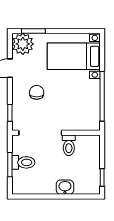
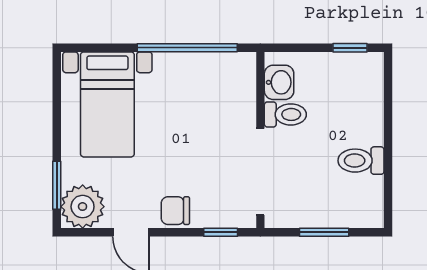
chair: (37, 92) -> (175, 211), moved
toilet: (23, 162) -> (361, 161), moved, turned -90
washbasin: (65, 187) -> (279, 82), moved, turned 180

